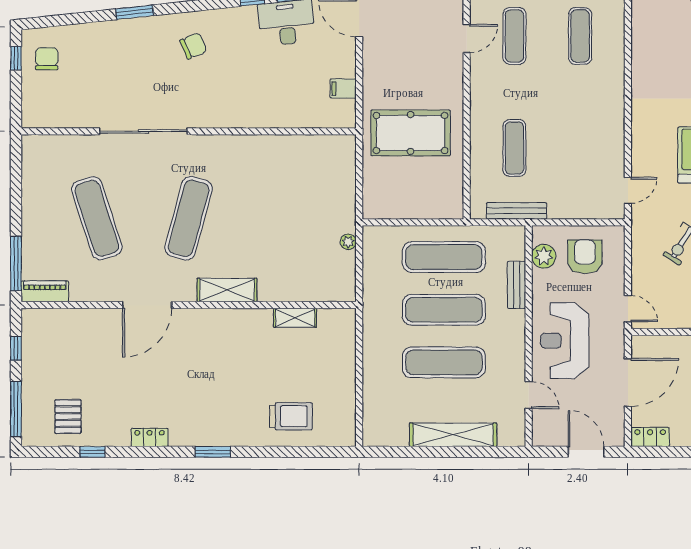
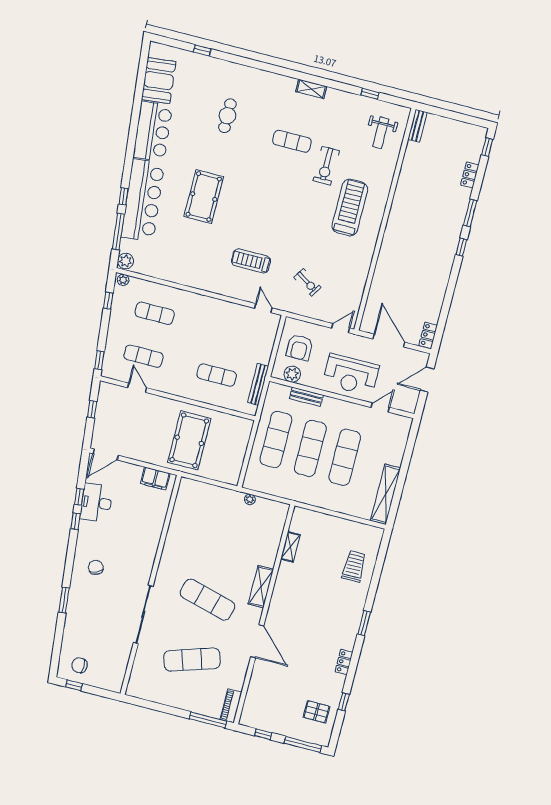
filing cabinet: (343, 89) -> (155, 478), width x2.00
armchair: (585, 257) -> (300, 347), turned -90
shelving: (453, 435) -> (386, 494), moved

